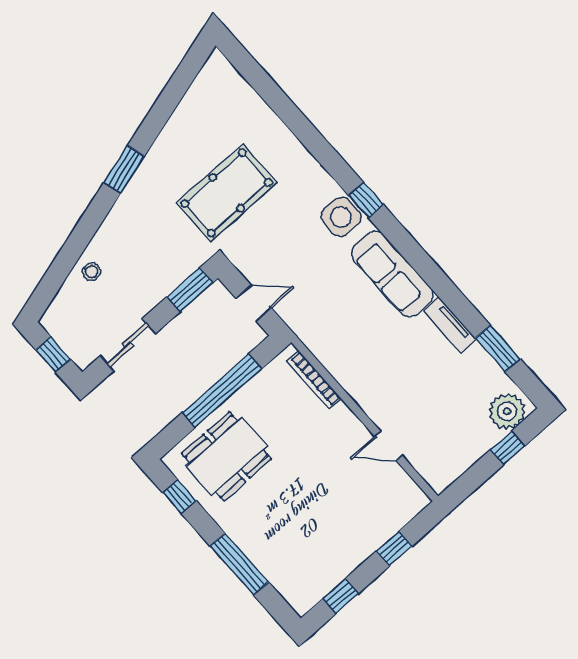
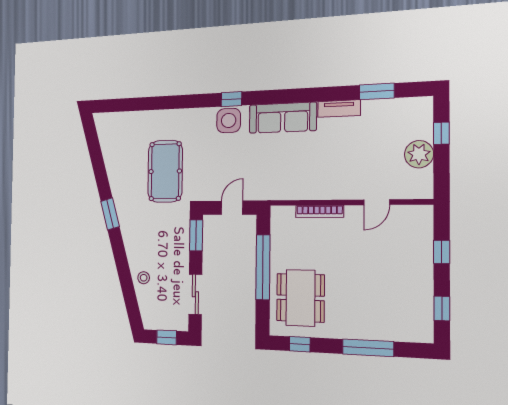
bookcase: (314, 380) -> (320, 211), moved
plant: (507, 411) -> (419, 154), moved

